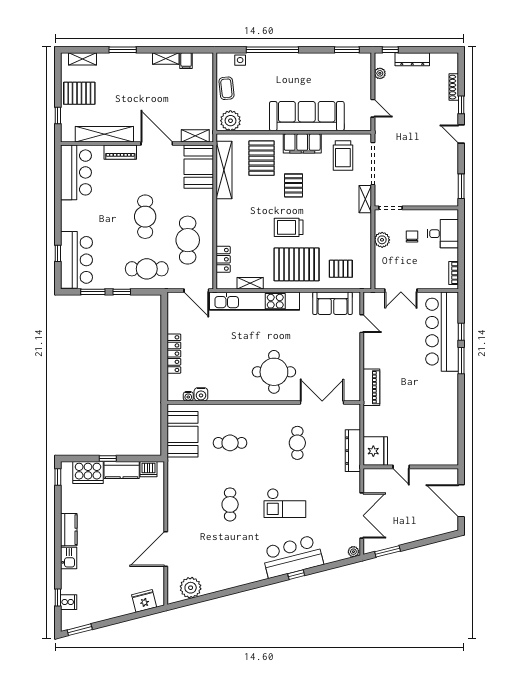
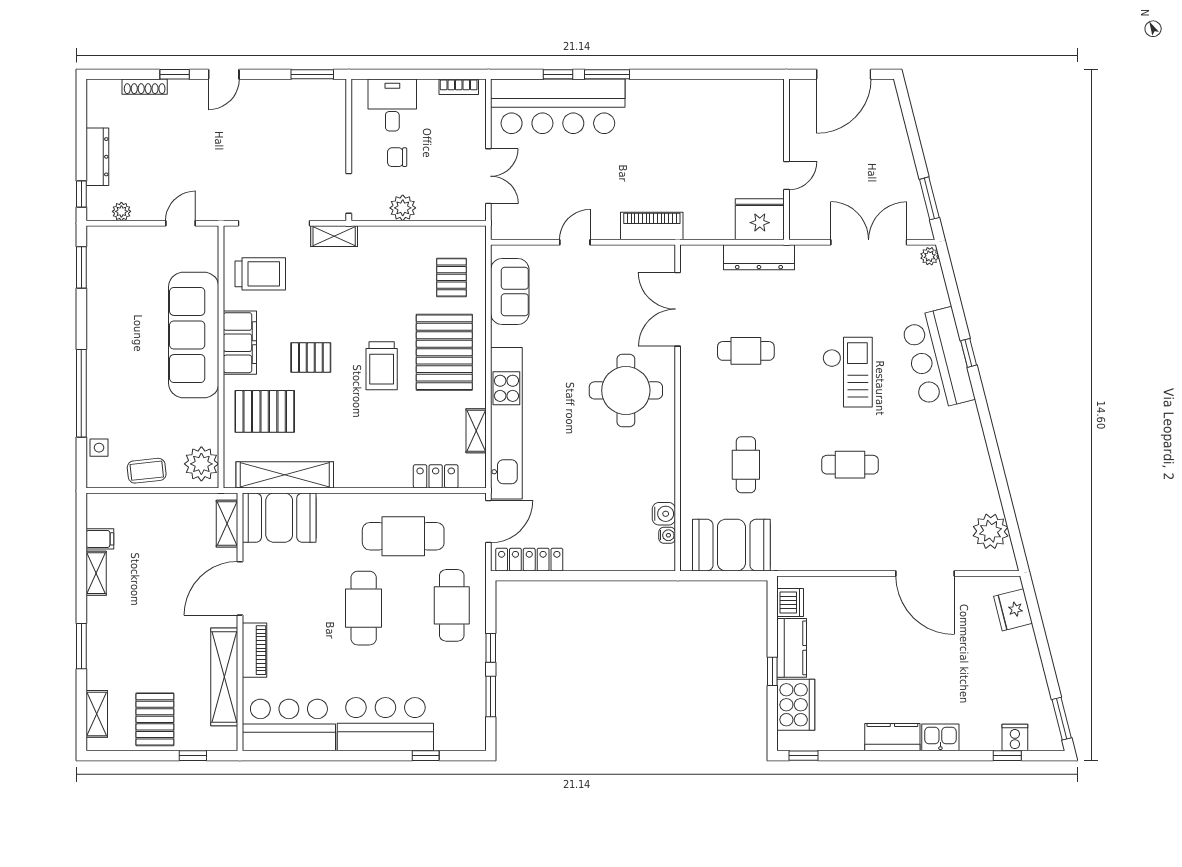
cafe table: (145, 217) -> (364, 608), turned 90
bar counter: (76, 260) -> (385, 724), moved
door: (362, 324) -> (575, 242), moved
locker: (174, 354) -> (529, 560), moved

